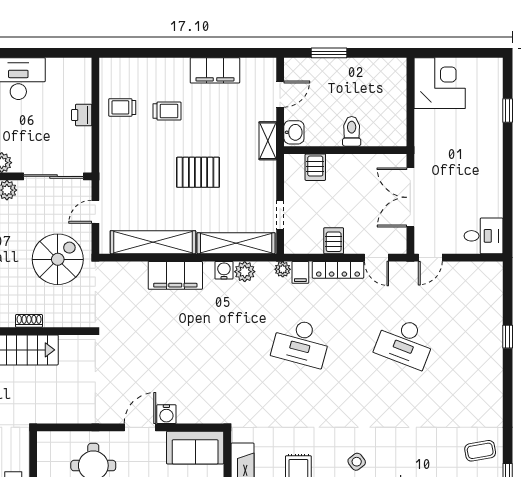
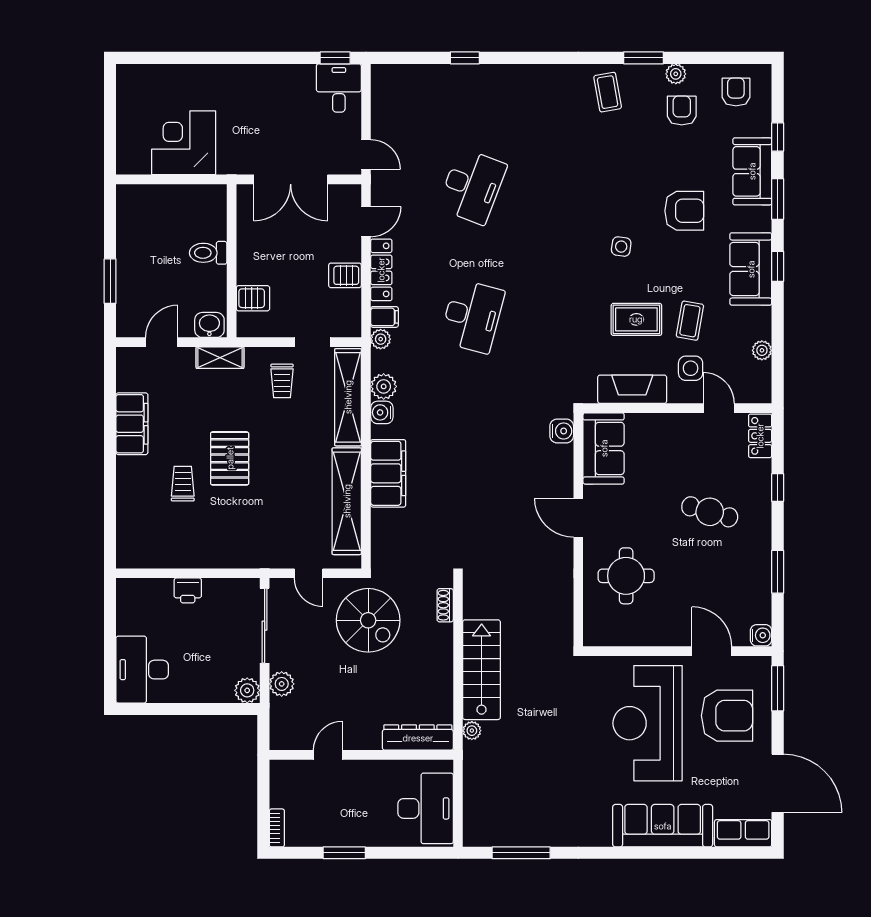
corner desk: (440, 83) -> (184, 143), moved
door: (280, 94) -> (162, 342), hinge flipped
trolley: (122, 107) -> (282, 381), moved
window: (508, 110) -> (335, 58), moved
pallet: (198, 172) -> (230, 458), moved
spiral stairs: (58, 259) -> (368, 620), turned 180
shoe rack: (29, 321) -> (445, 605), moved
water cooler: (166, 414) -> (562, 431), moved
side table: (357, 462) -> (621, 247), turned 45

